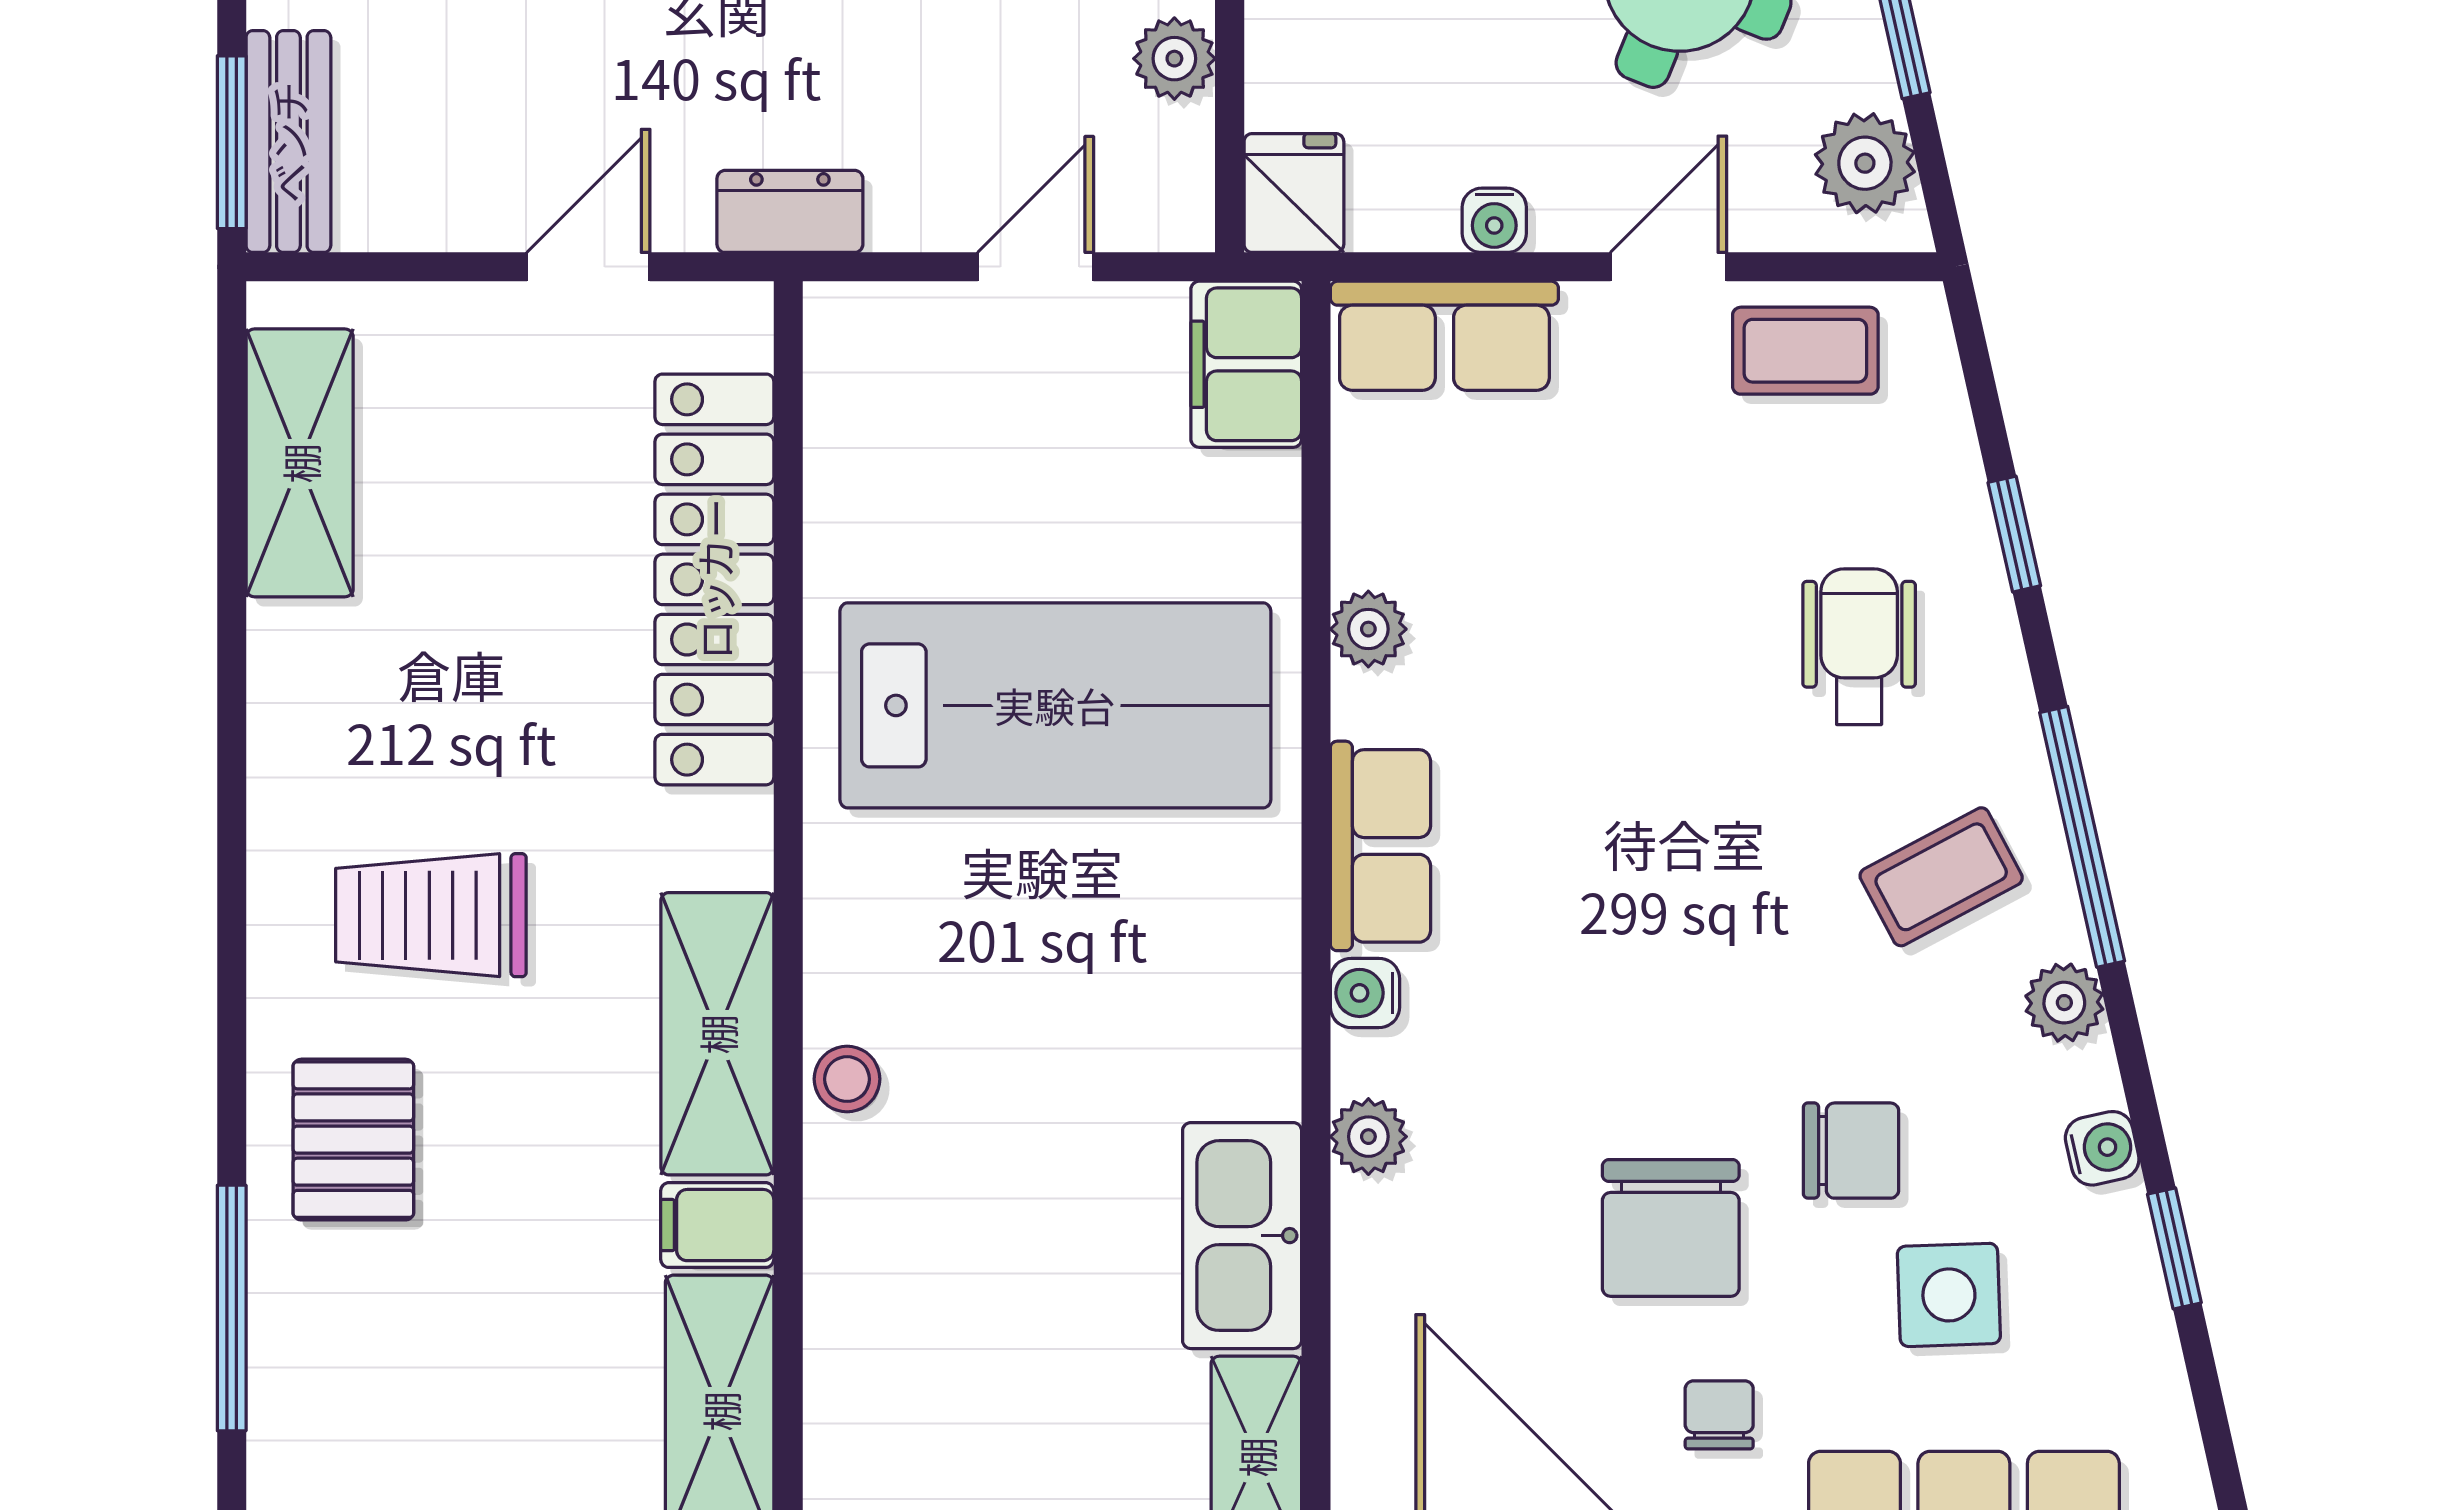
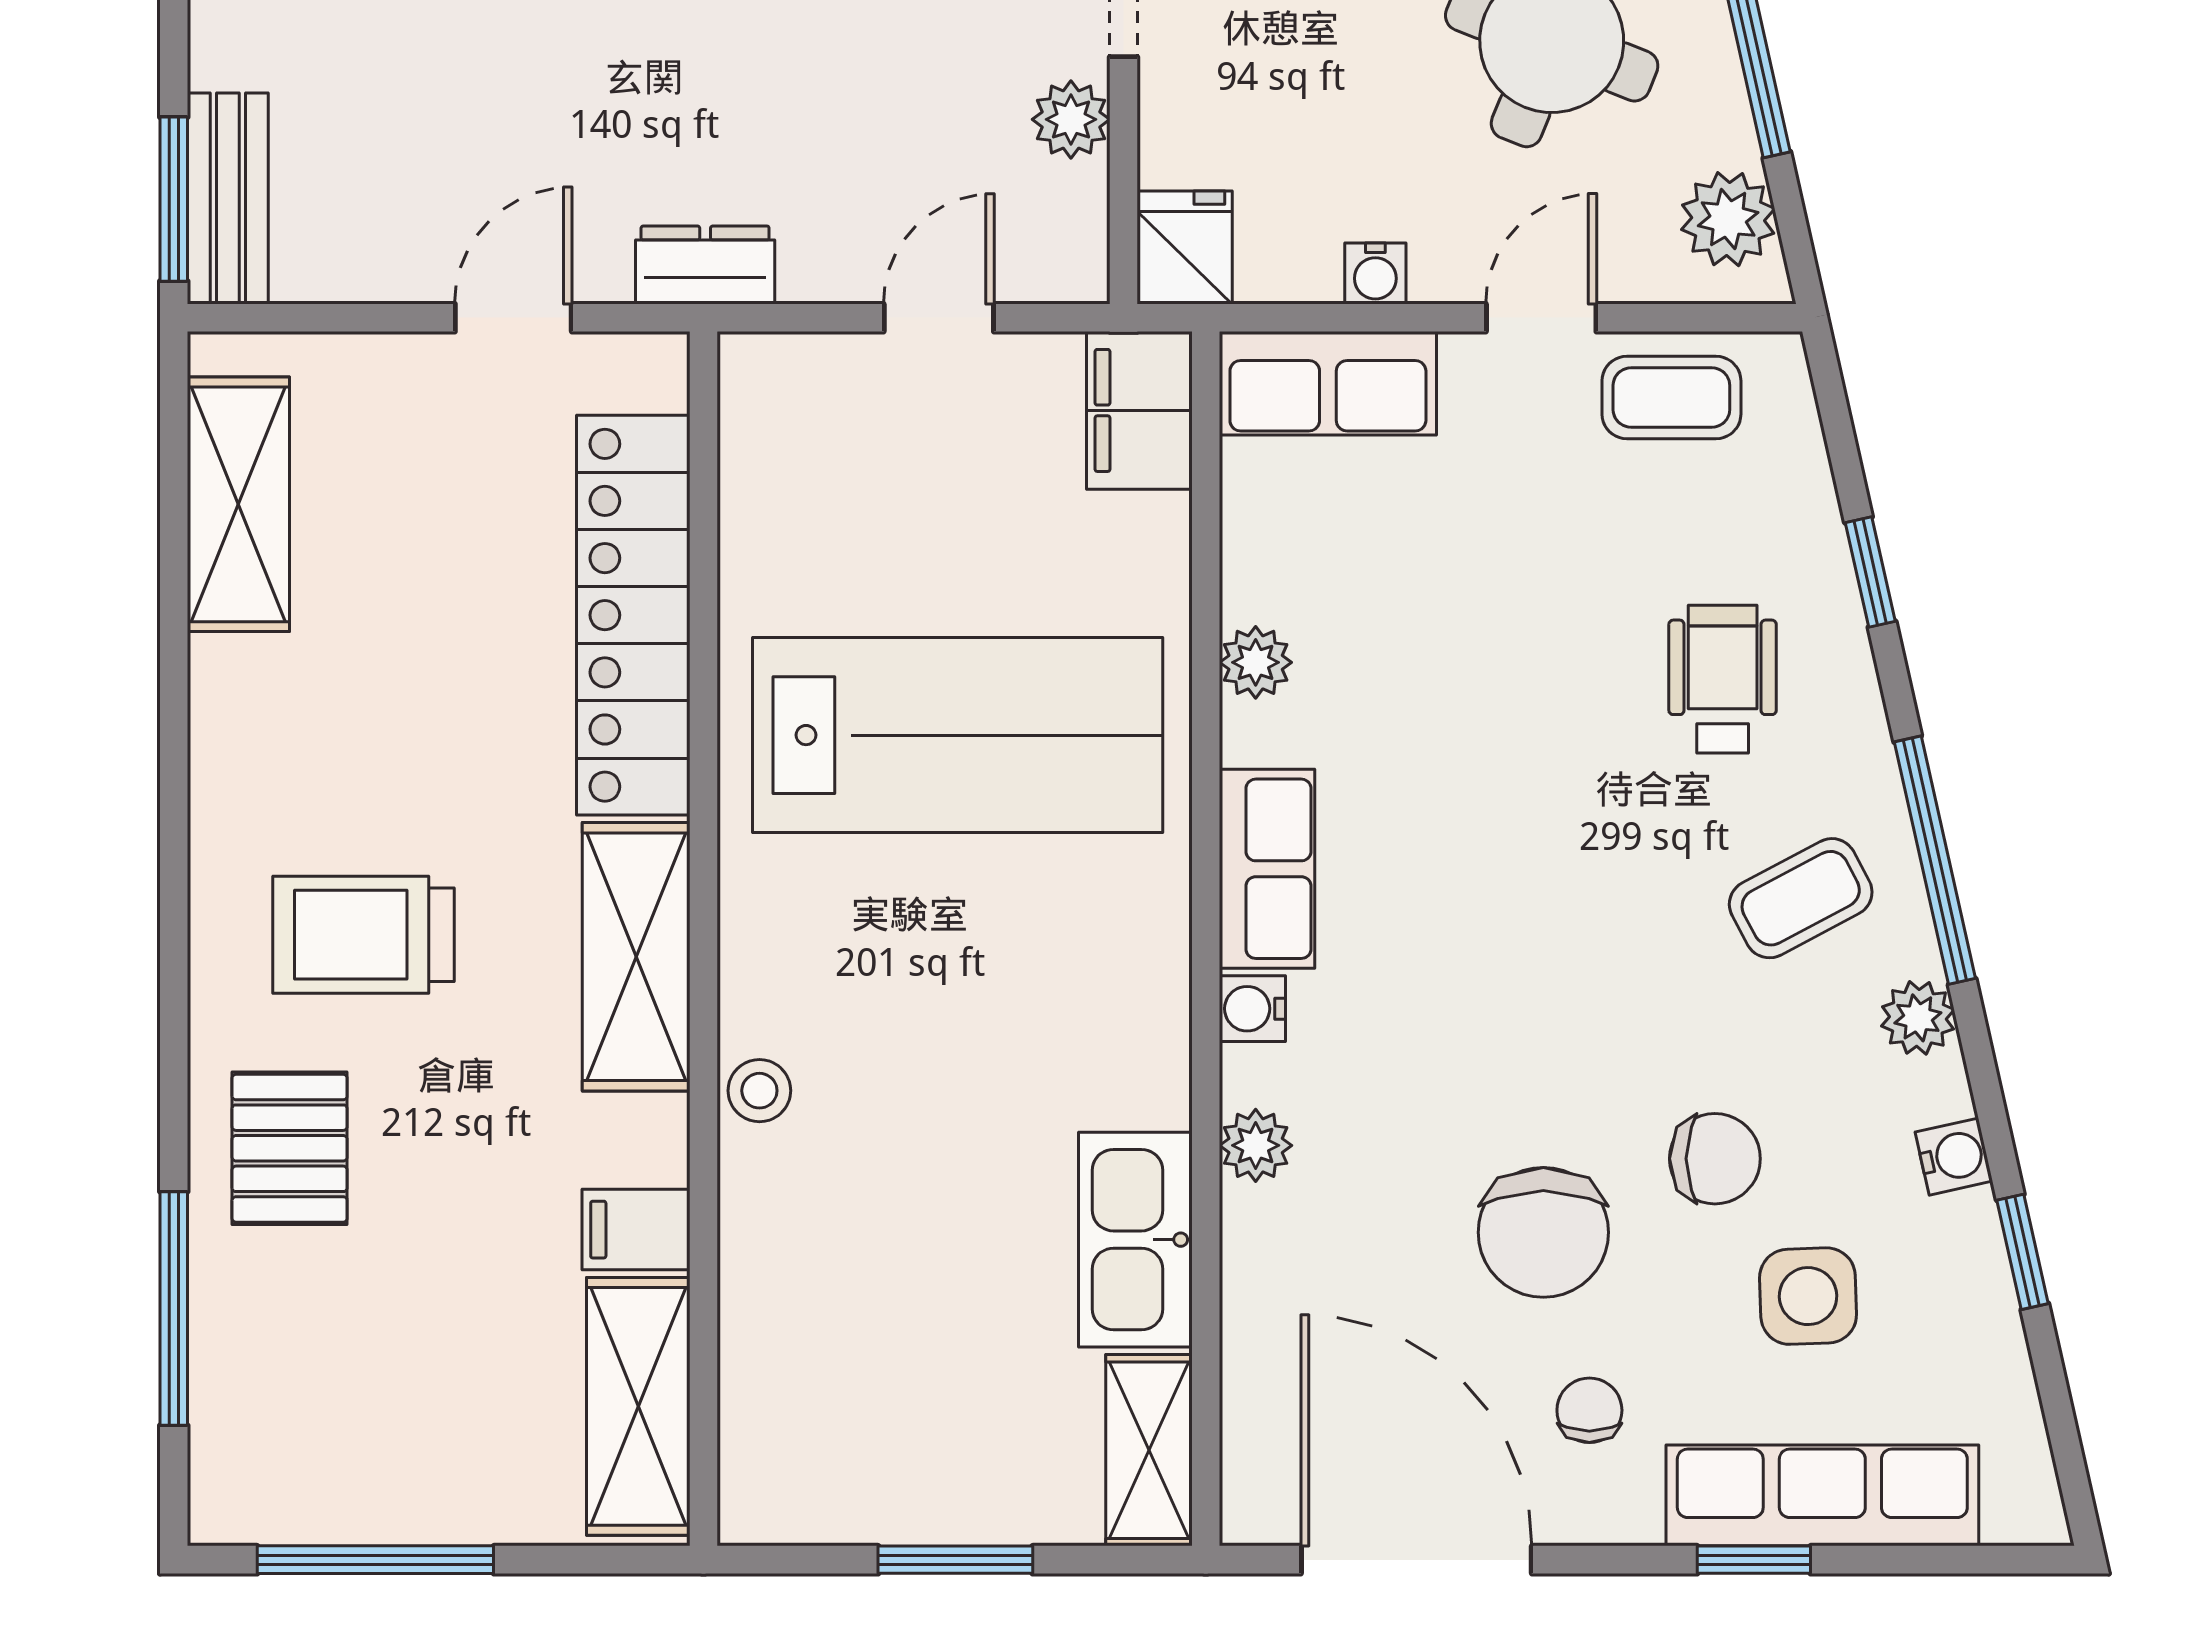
shelving: (717, 1034) -> (636, 957), moved

